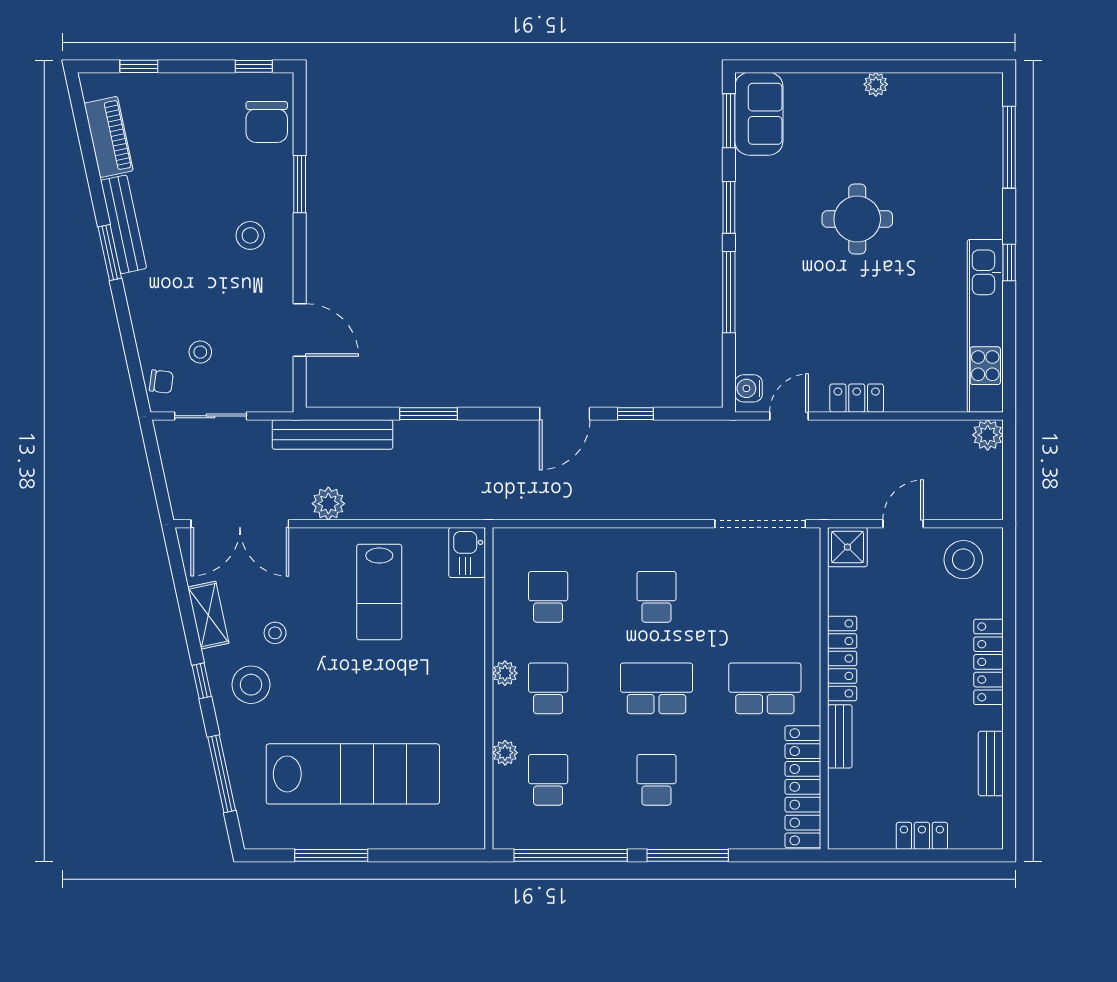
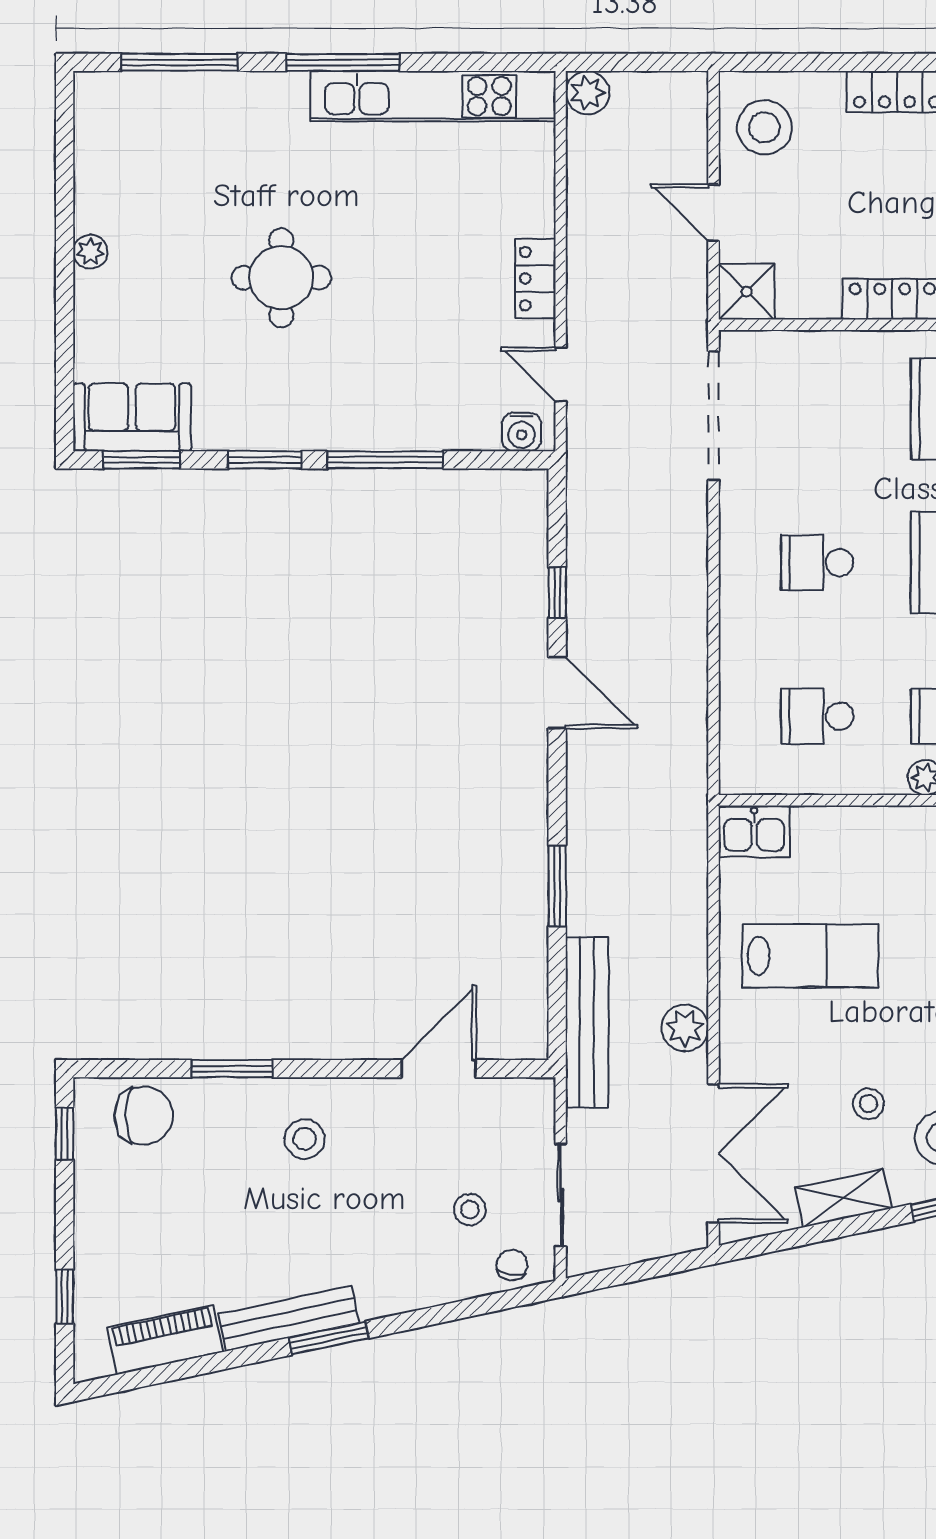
window: (1009, 262) -> (343, 62), width x2.17

